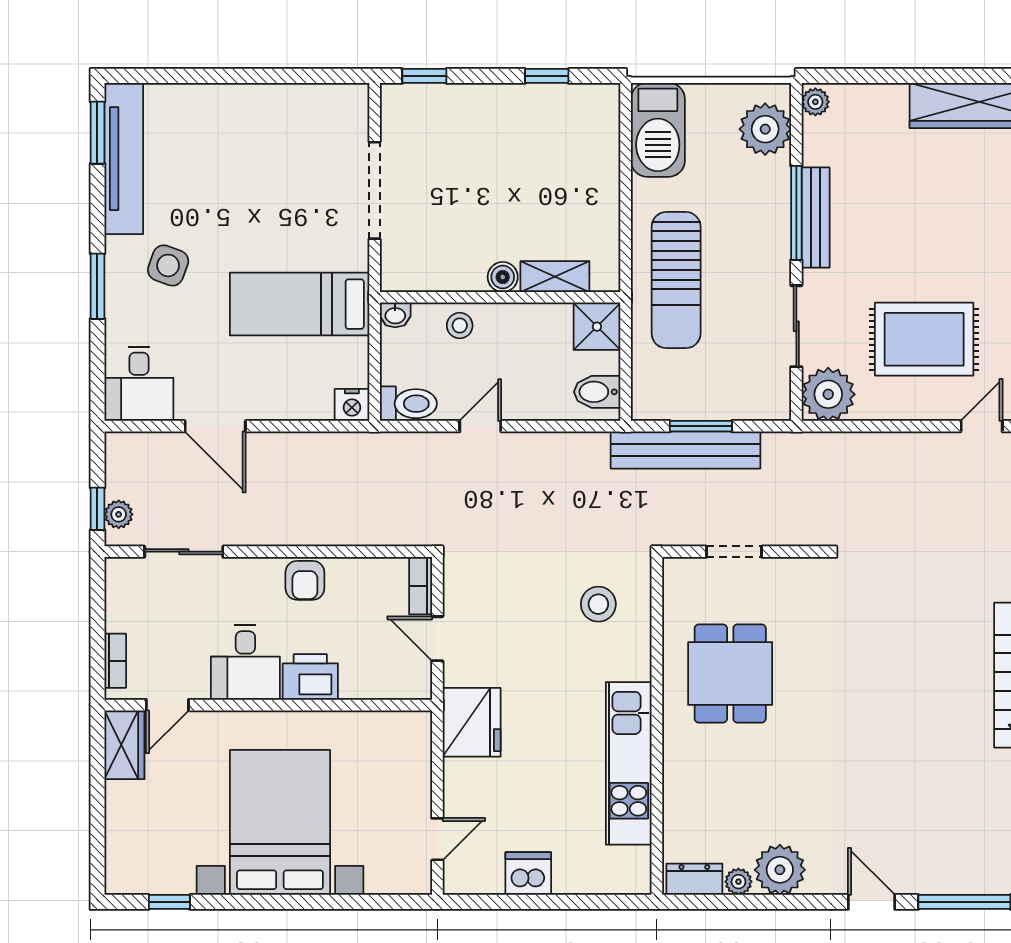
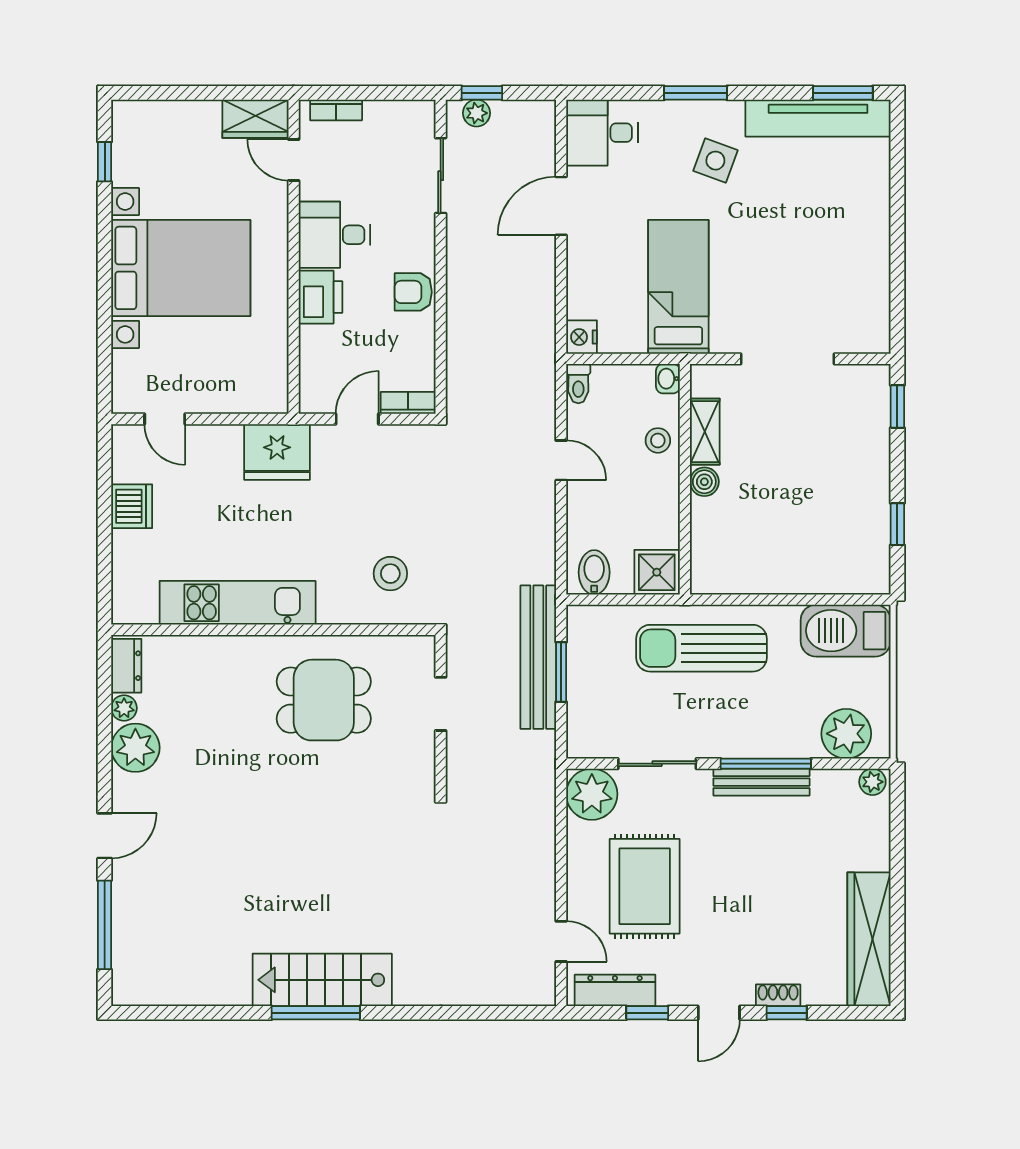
shelving: (555, 277) -> (705, 432), moved
toilet: (408, 404) -> (578, 384), width x0.73, depth x0.72

